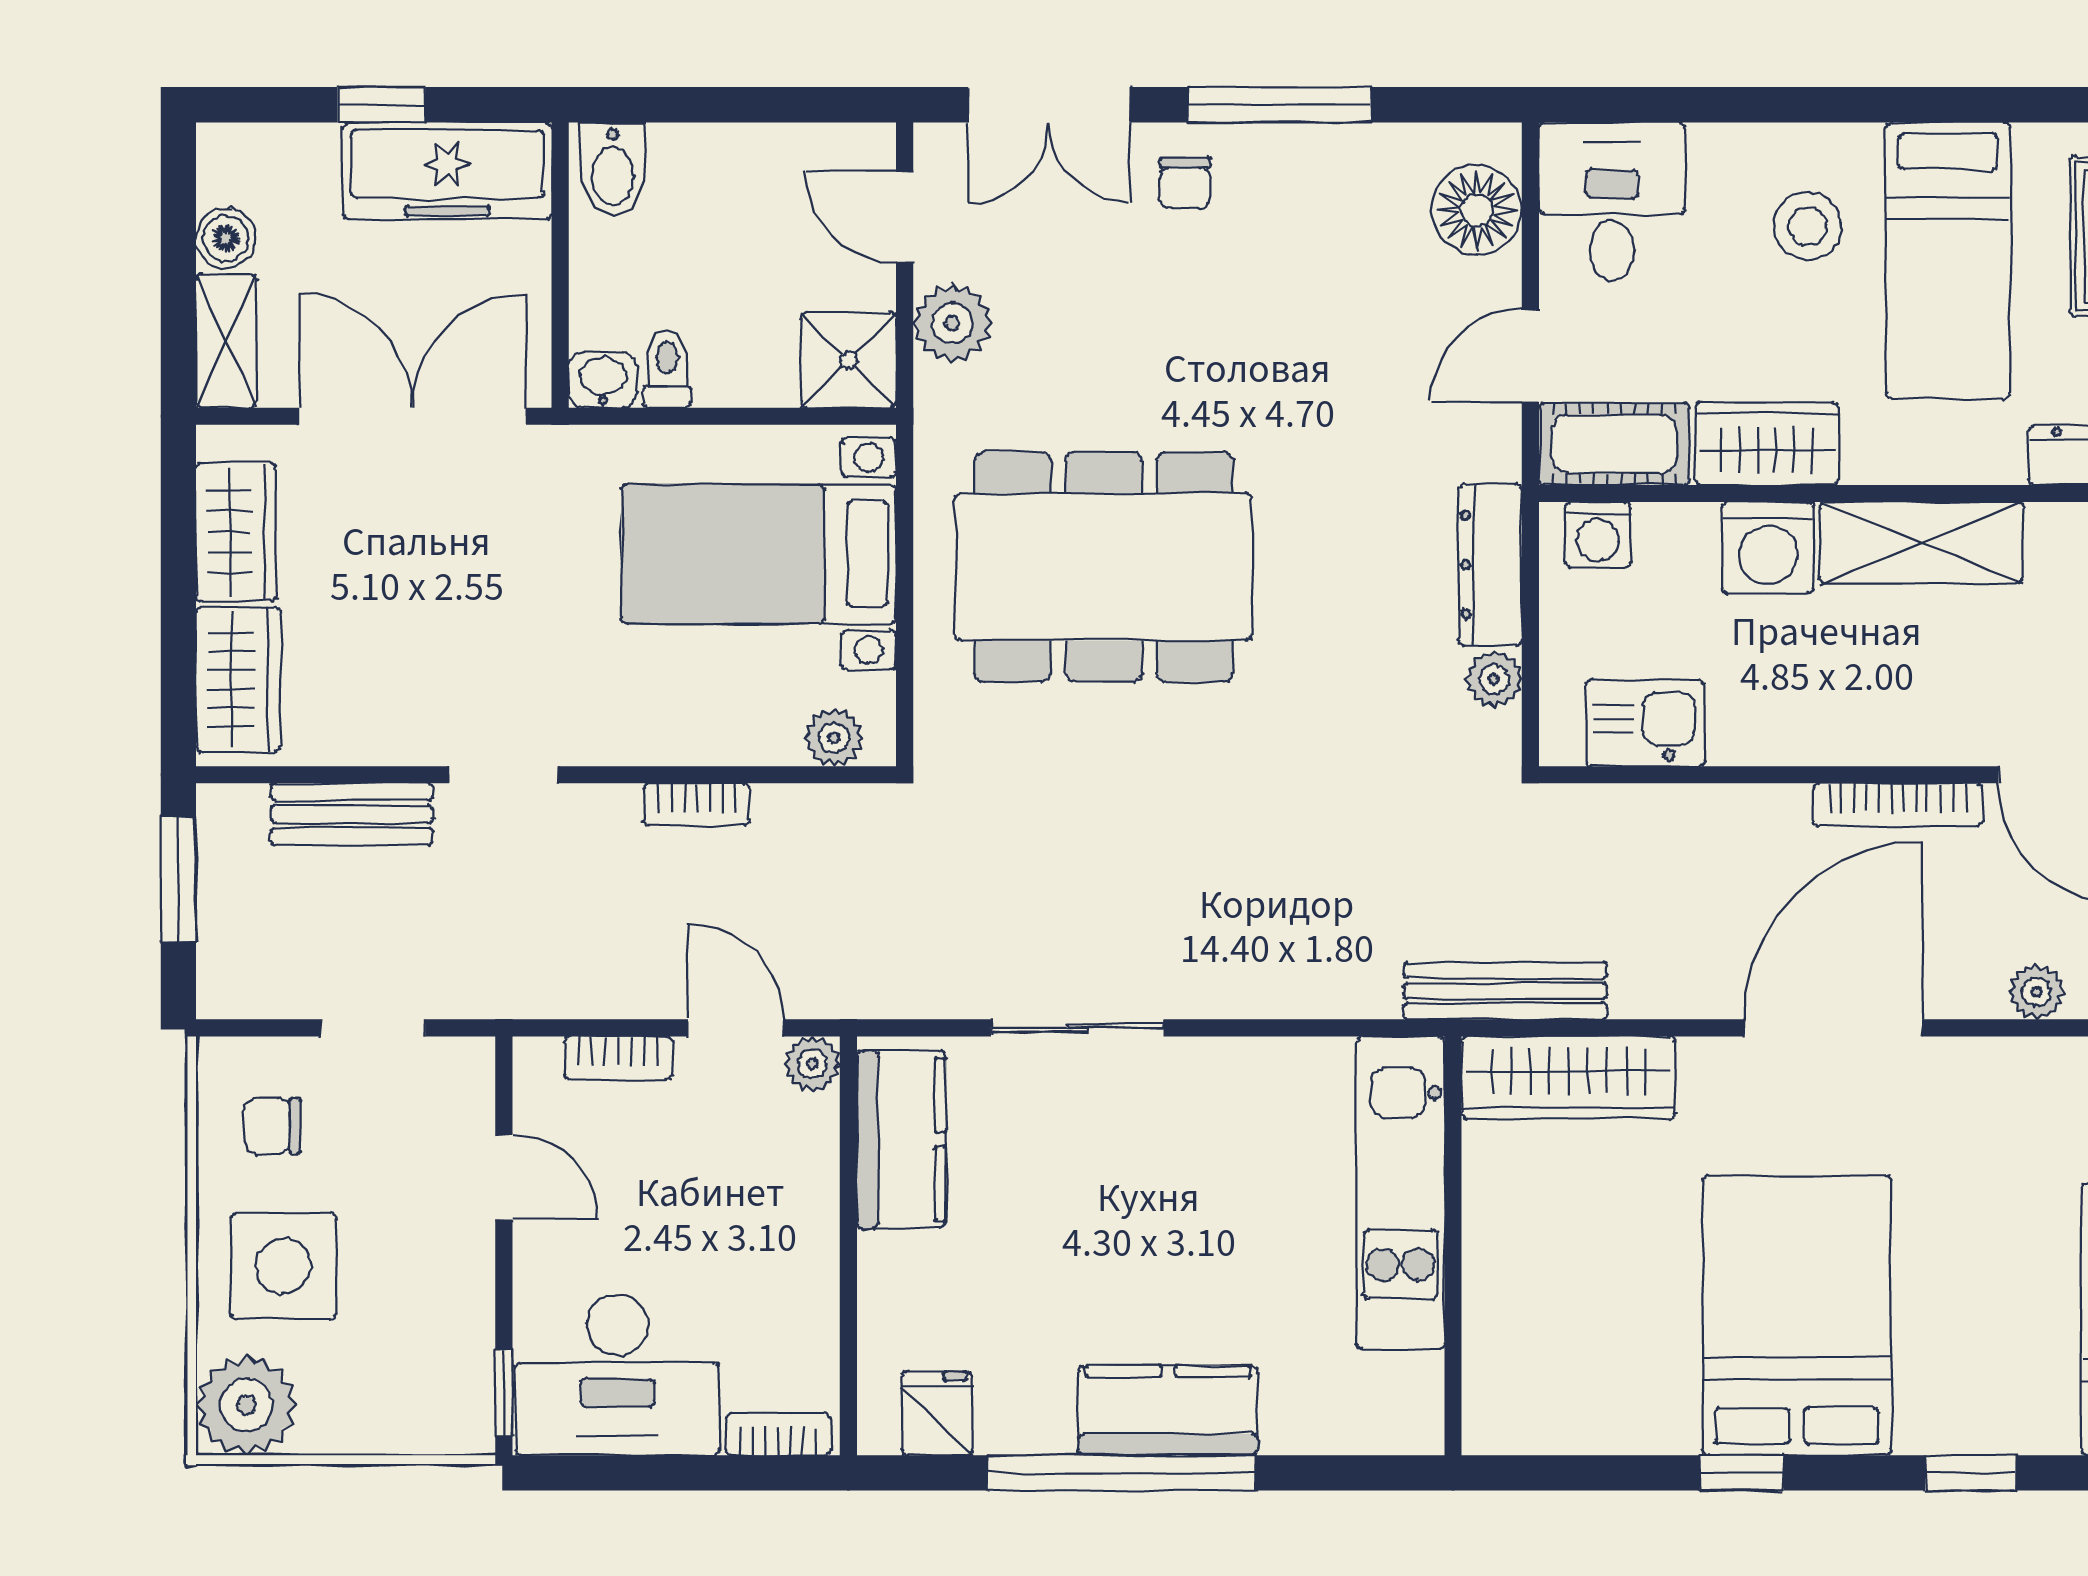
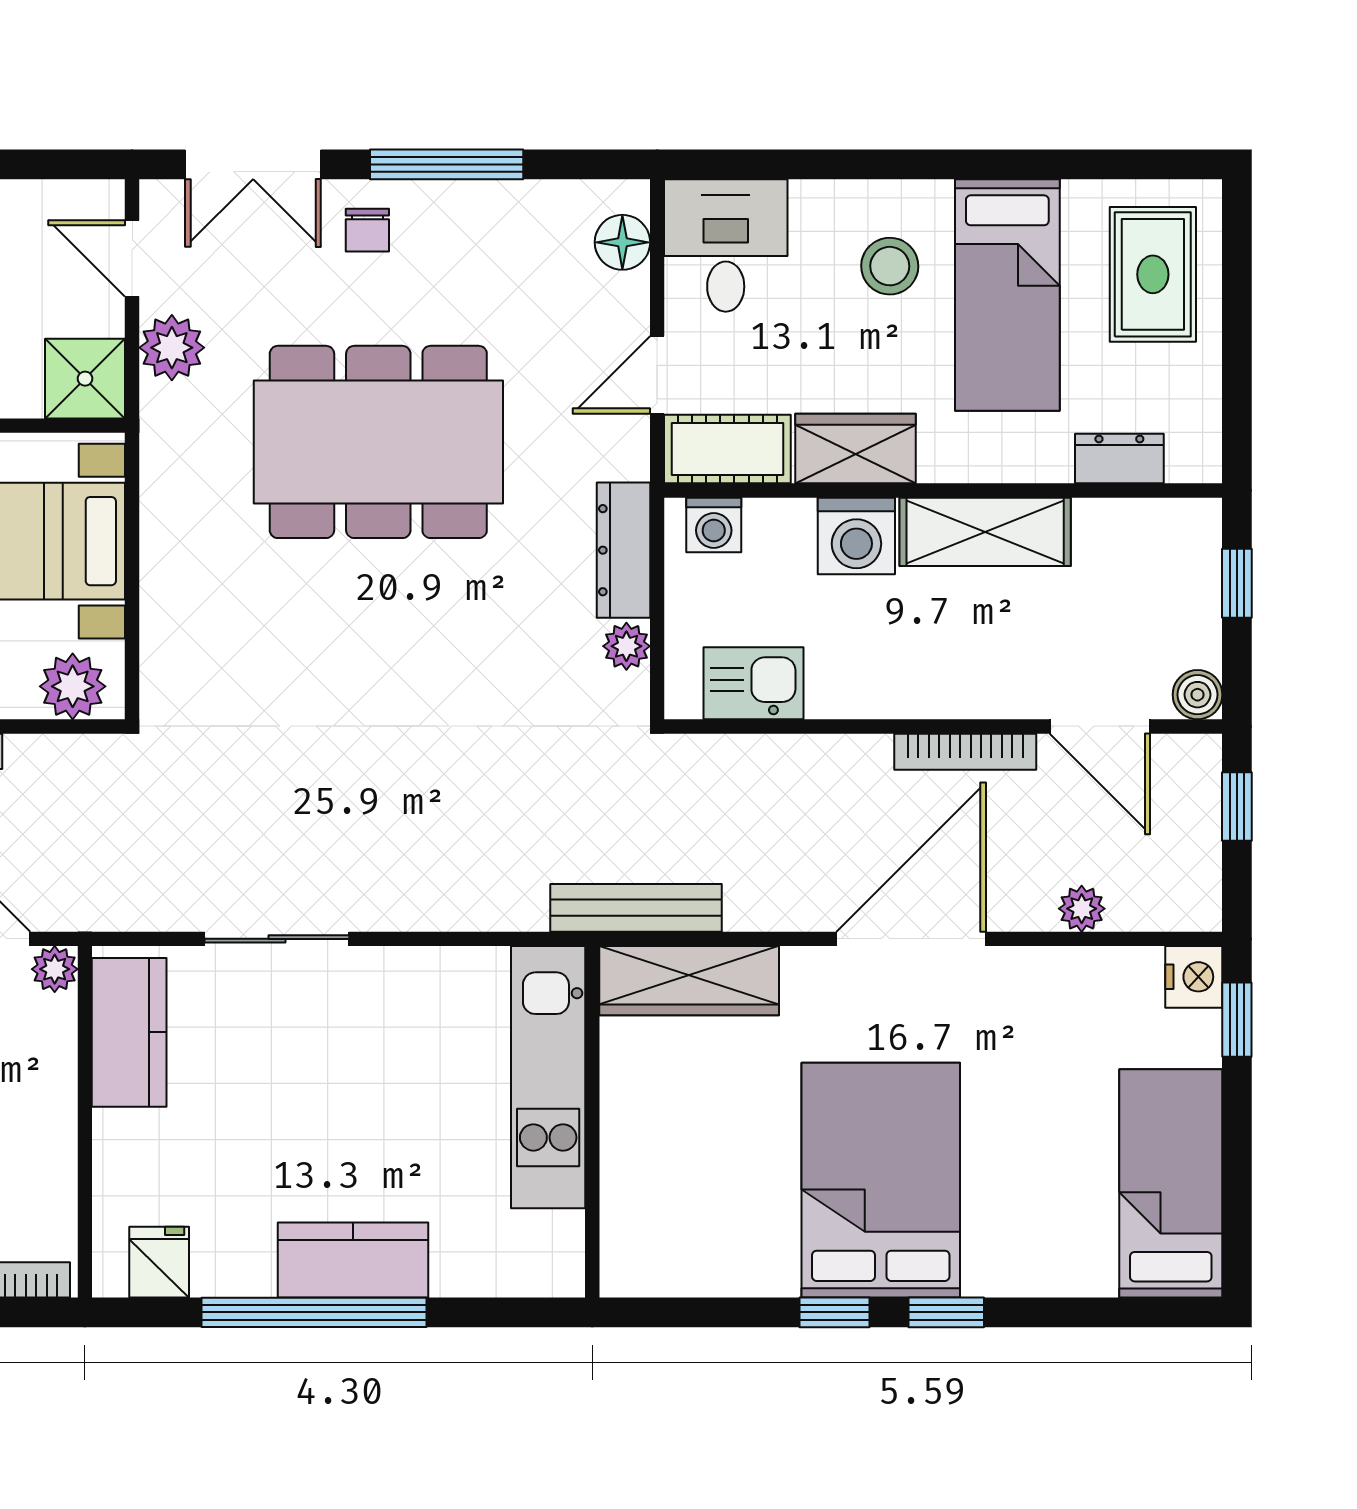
floor lamp: (1477, 210) -> (622, 242), width x0.73, depth x0.73
dining table: (1104, 567) -> (378, 442), moved
plant: (834, 738) -> (73, 686), width x1.38, depth x1.38
window: (1970, 1473) -> (946, 1312), moved

